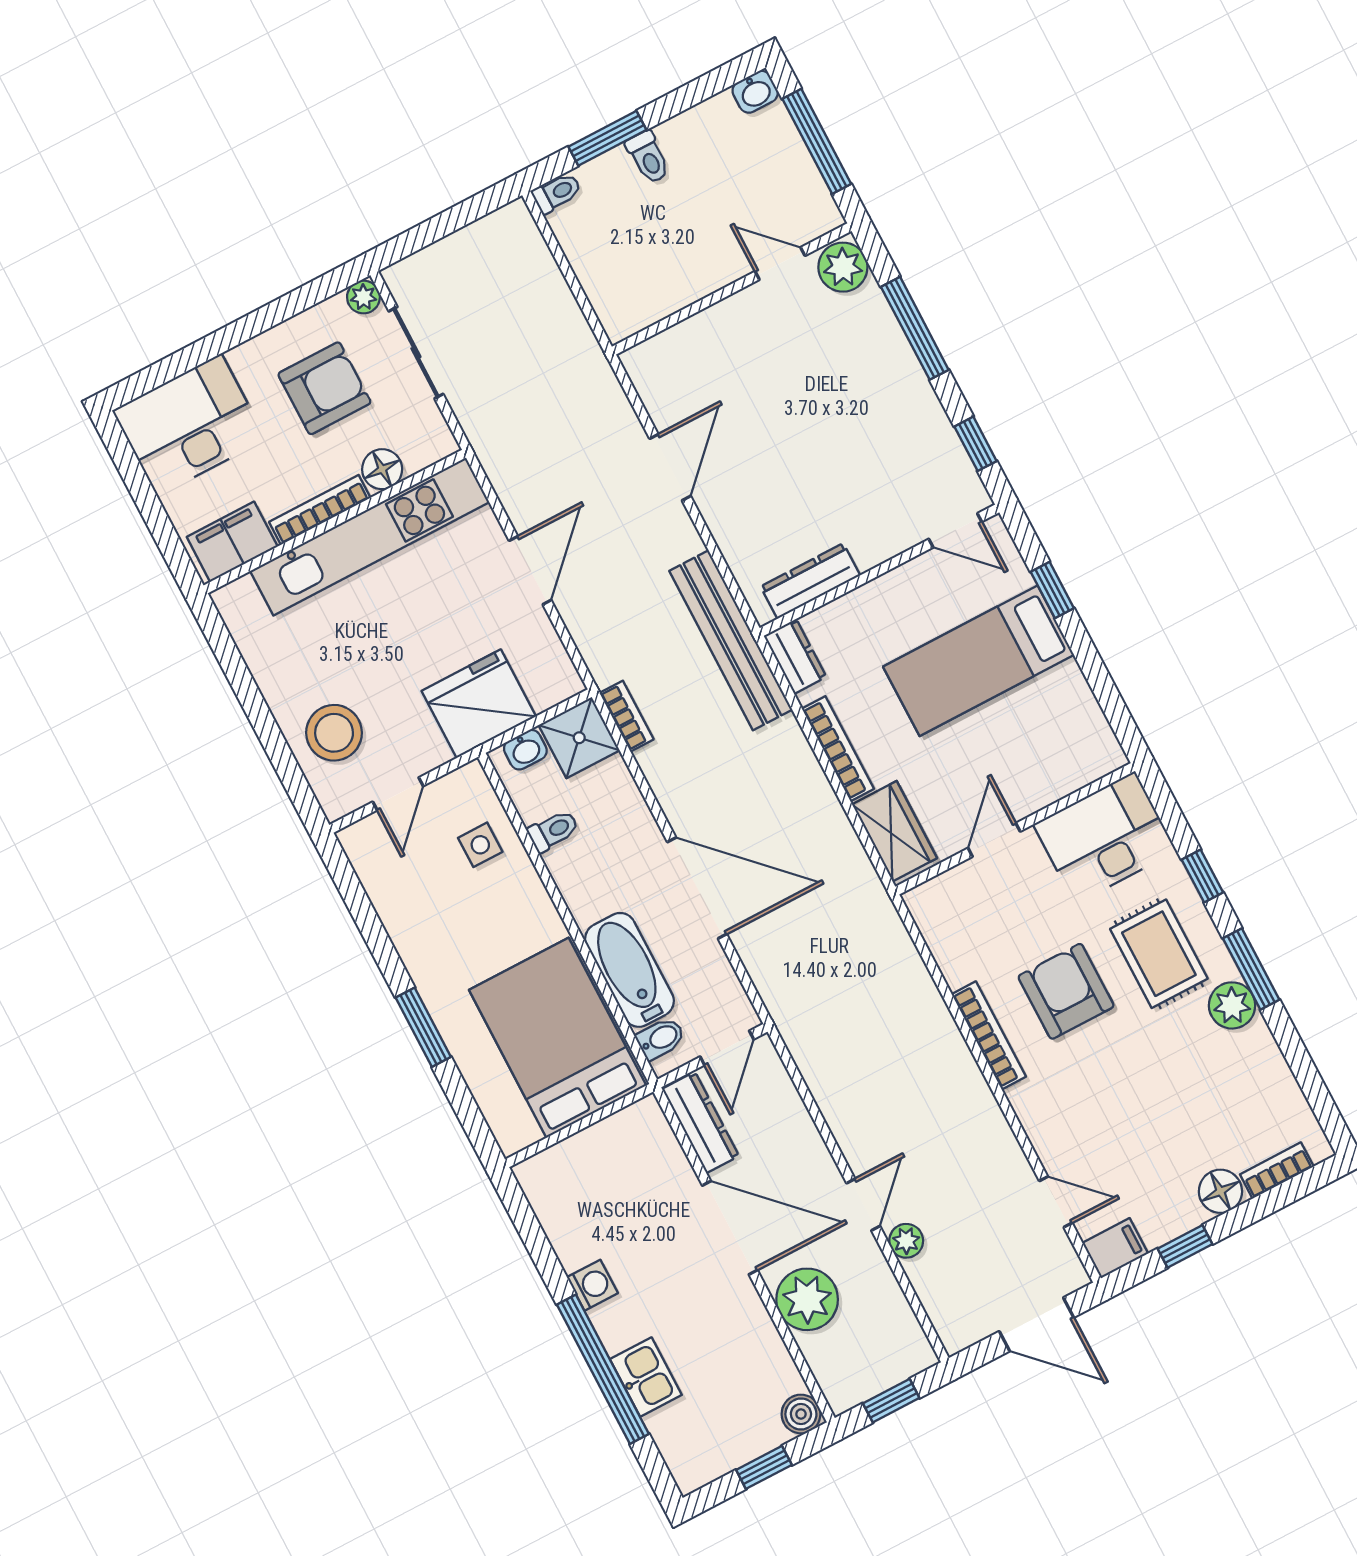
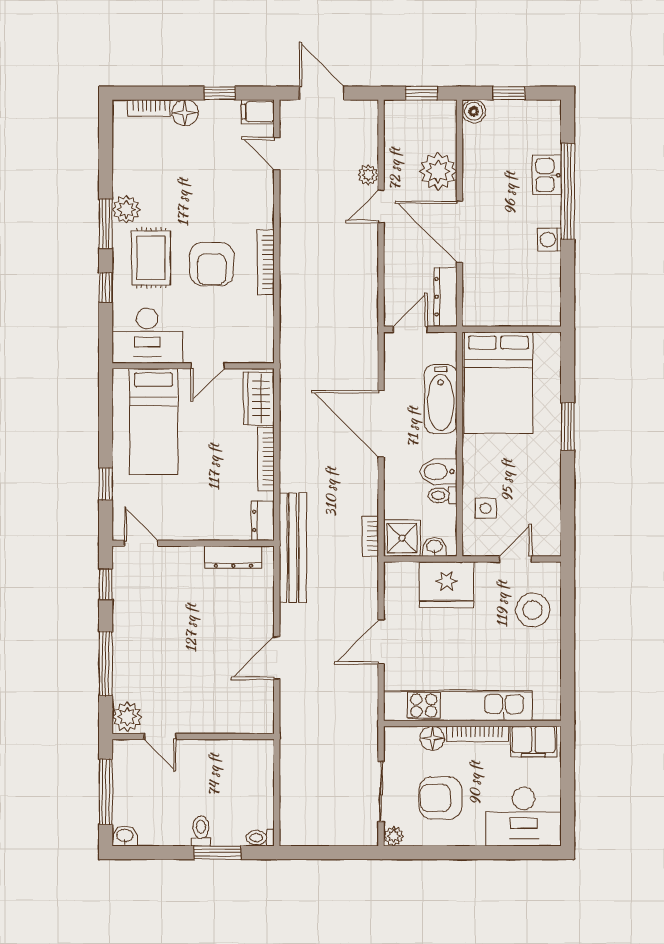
bed: (979, 661) -> (154, 422), moved, turned 90
bidet: (661, 1038) -> (438, 472), moved, width x1.38, depth x1.36

